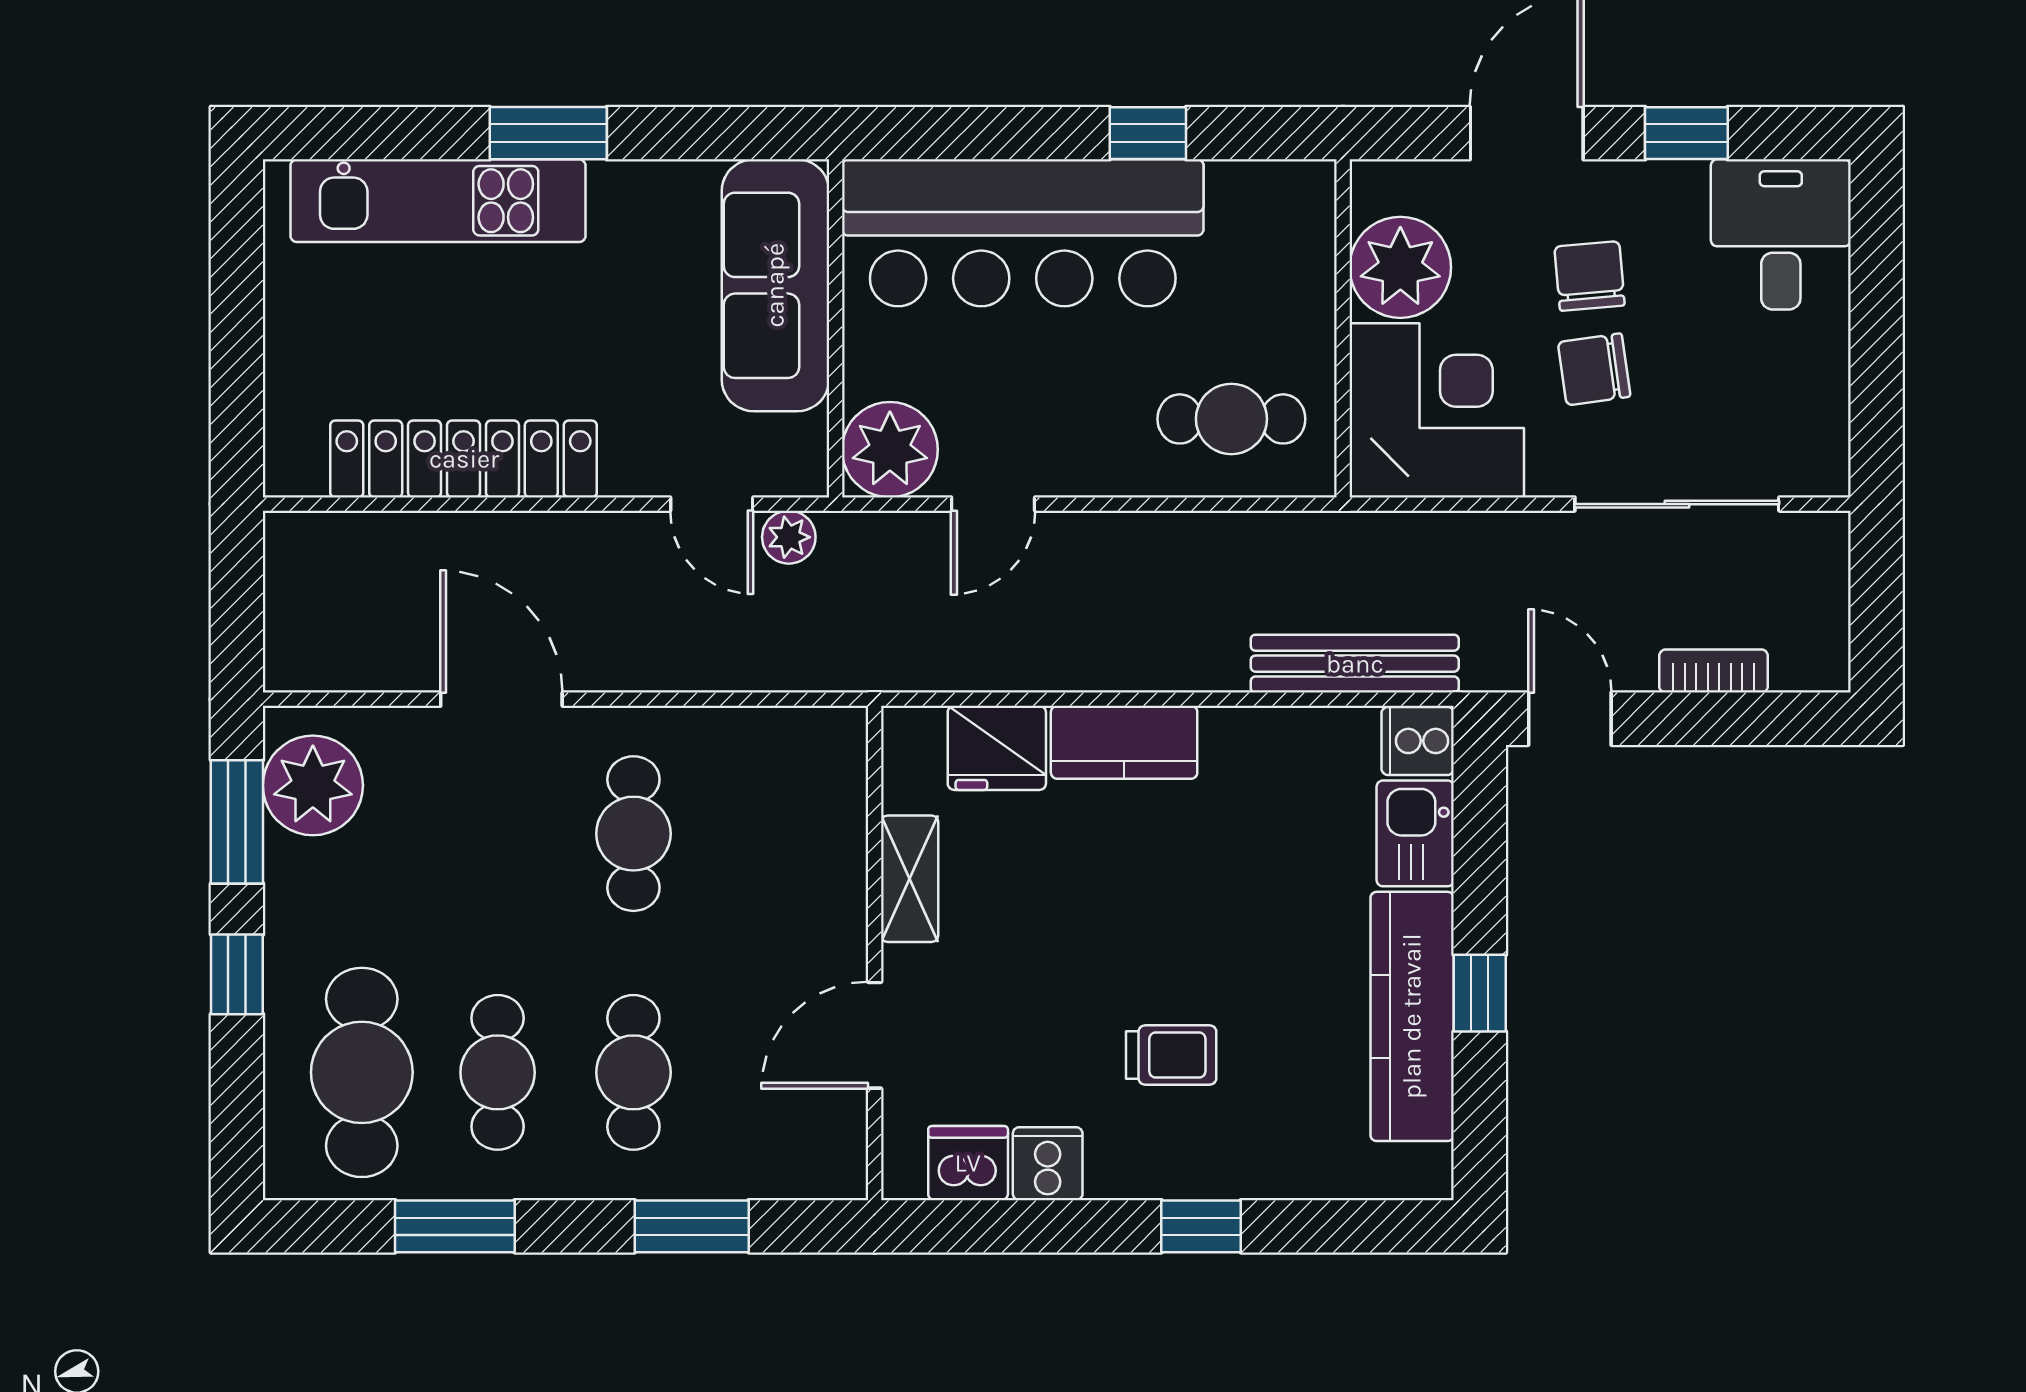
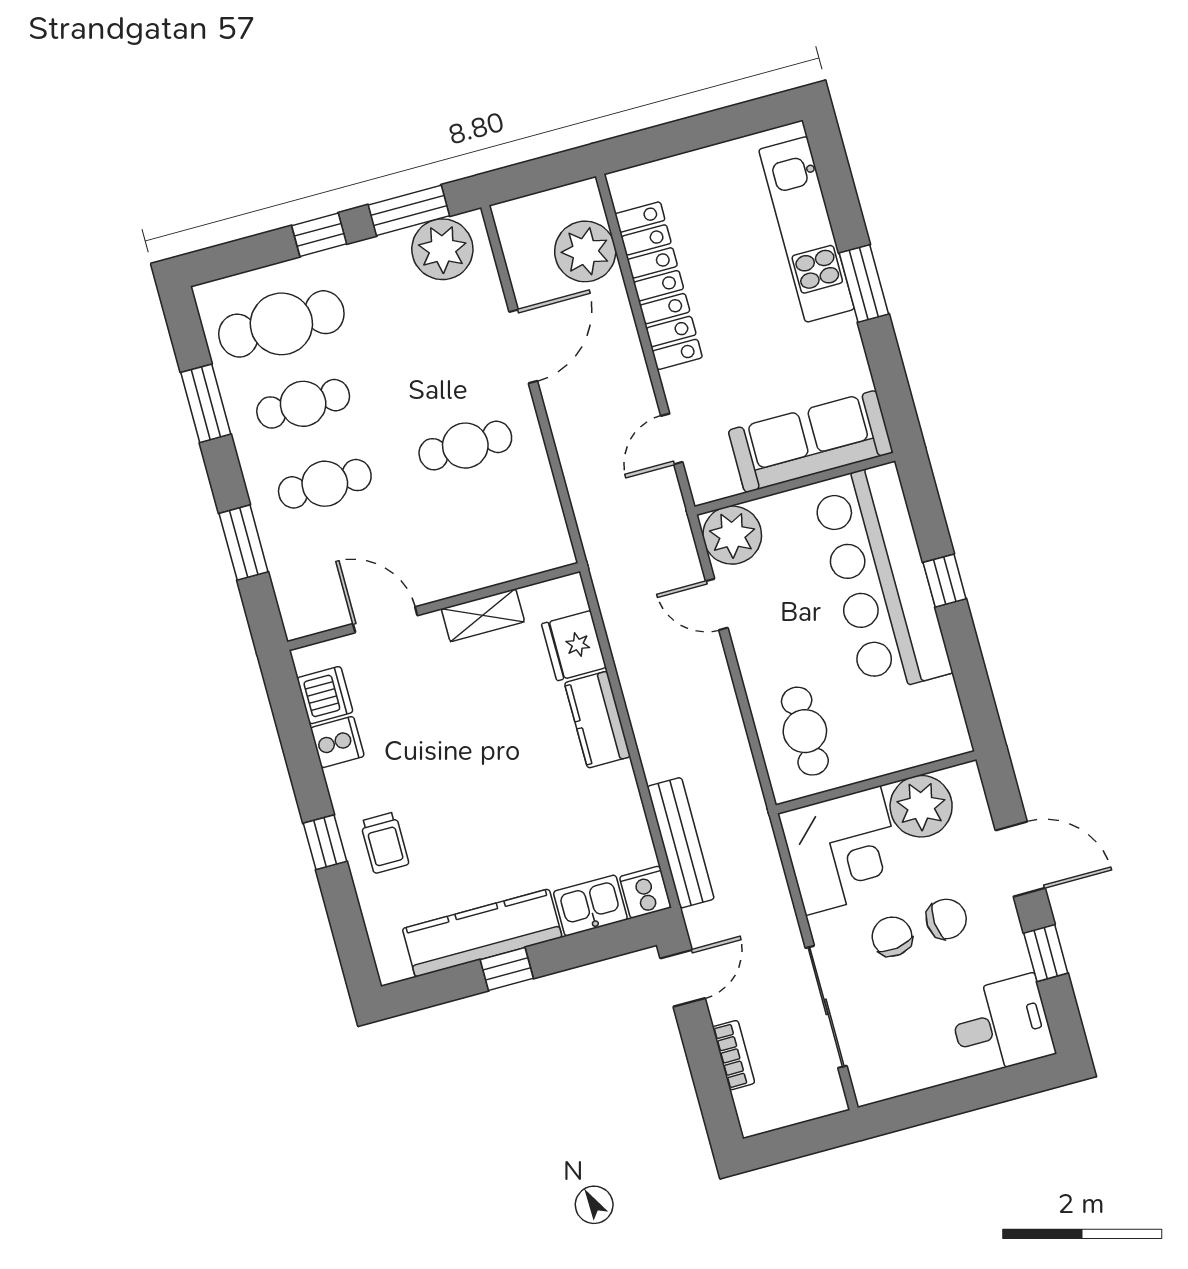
window: (1148, 133) -> (945, 581), moved
plant: (789, 537) -> (585, 251), moved, width x1.88, depth x1.88
trolley: (1171, 1055) -> (385, 843), moved

